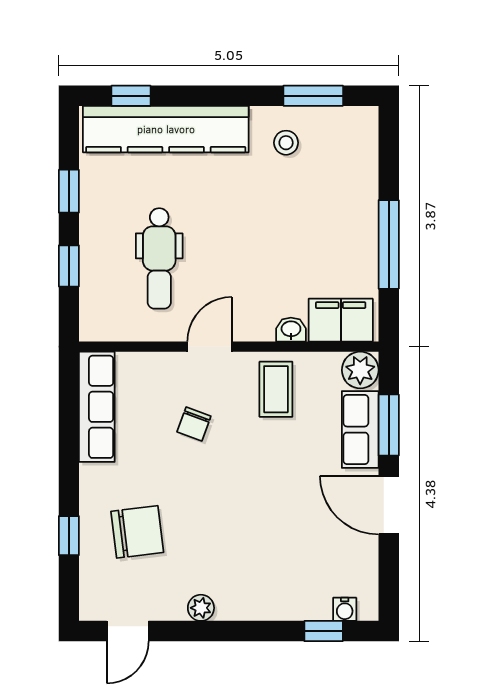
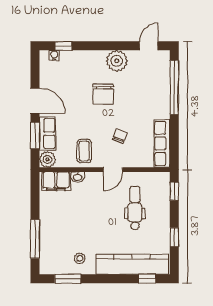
window: (389, 244) -> (35, 239), moved
window: (69, 266) -> (174, 191), moved
chair: (137, 532) -> (103, 94), moved, turned -83
window: (69, 536) -> (174, 87), width x3.17
plant: (201, 608) -> (117, 61), width x1.87, depth x1.87

